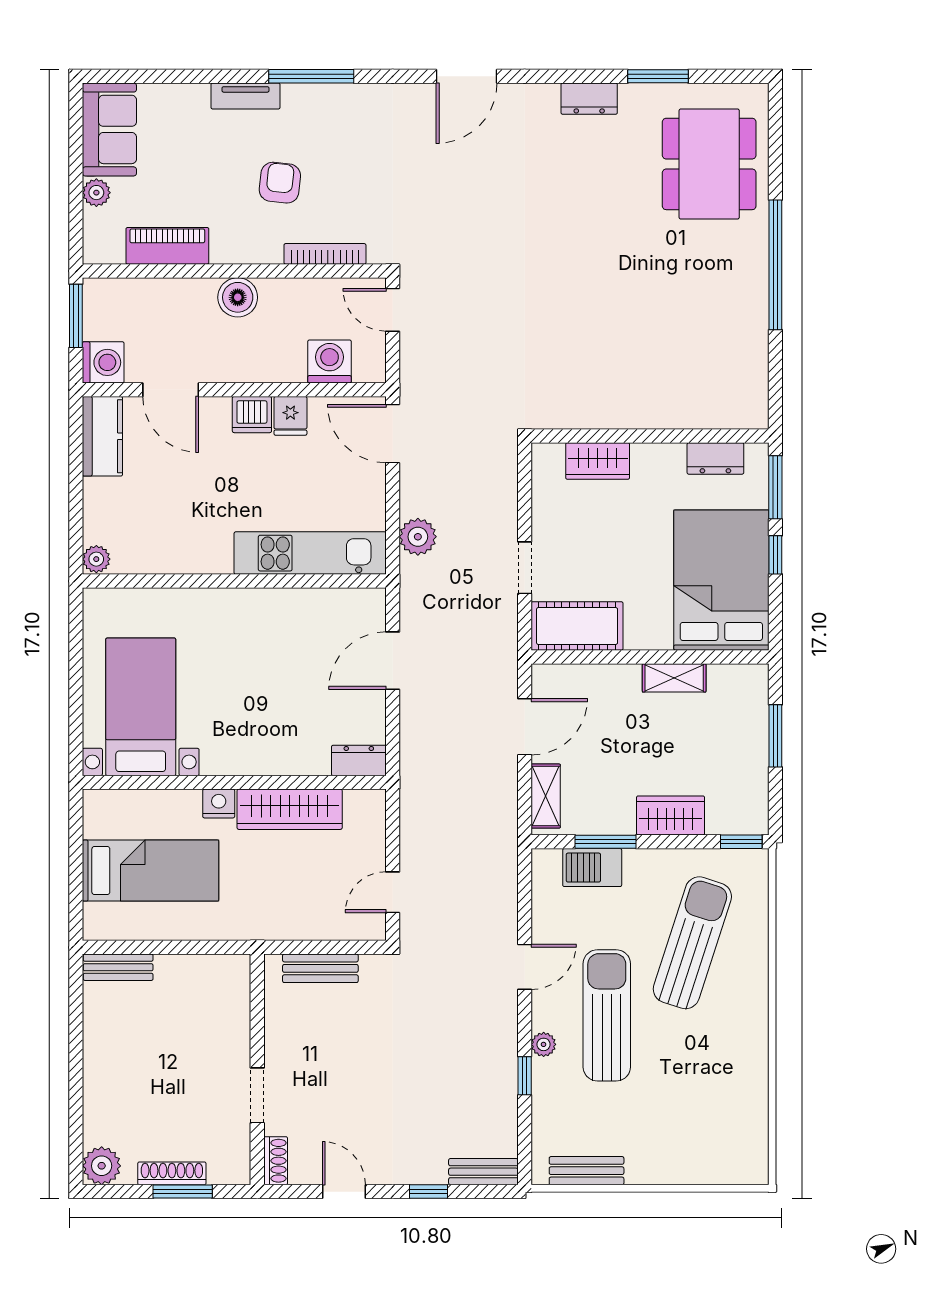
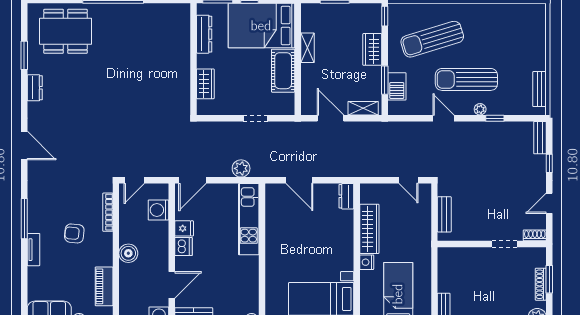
dresser: (715, 458) -> (204, 34), width x1.44
cot: (577, 626) -> (283, 71), moved
sun lounger: (692, 943) -> (432, 39), turned -35

